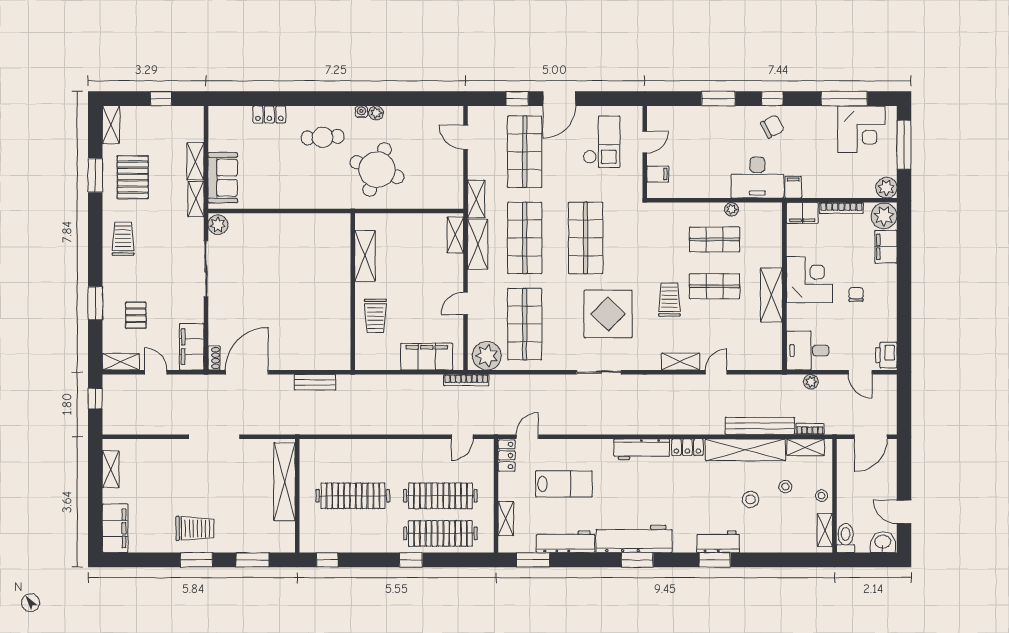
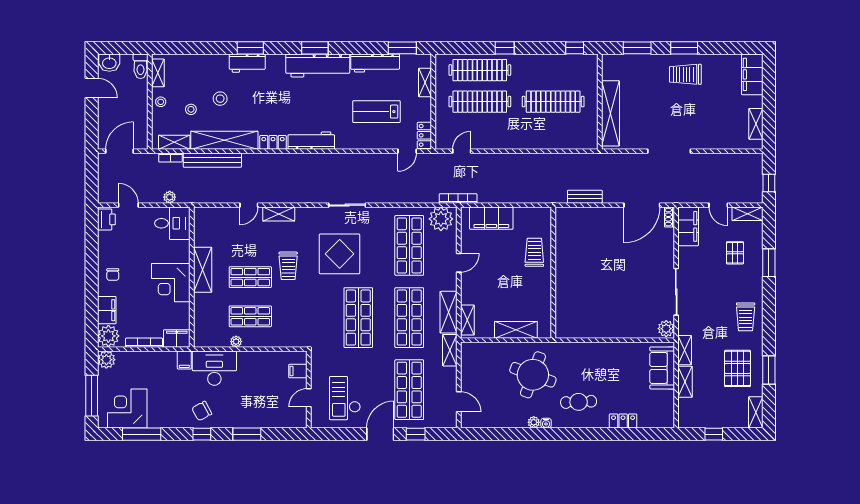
shelving: (365, 256) -> (516, 330), moved, turned 90
chair: (856, 294) -> (113, 275), moved

